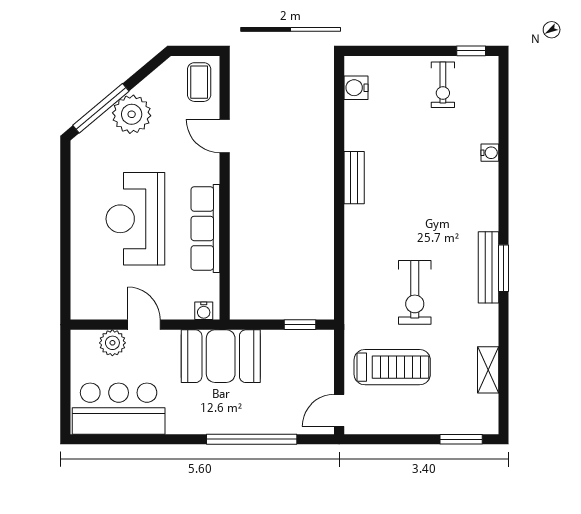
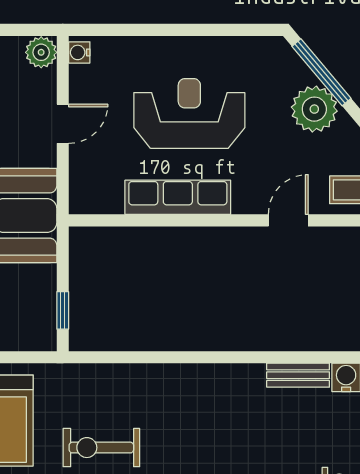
bench: (354, 178) -> (298, 375), moved
water cooler: (204, 311) -> (79, 52), moved
plant: (112, 343) -> (41, 52), moved

